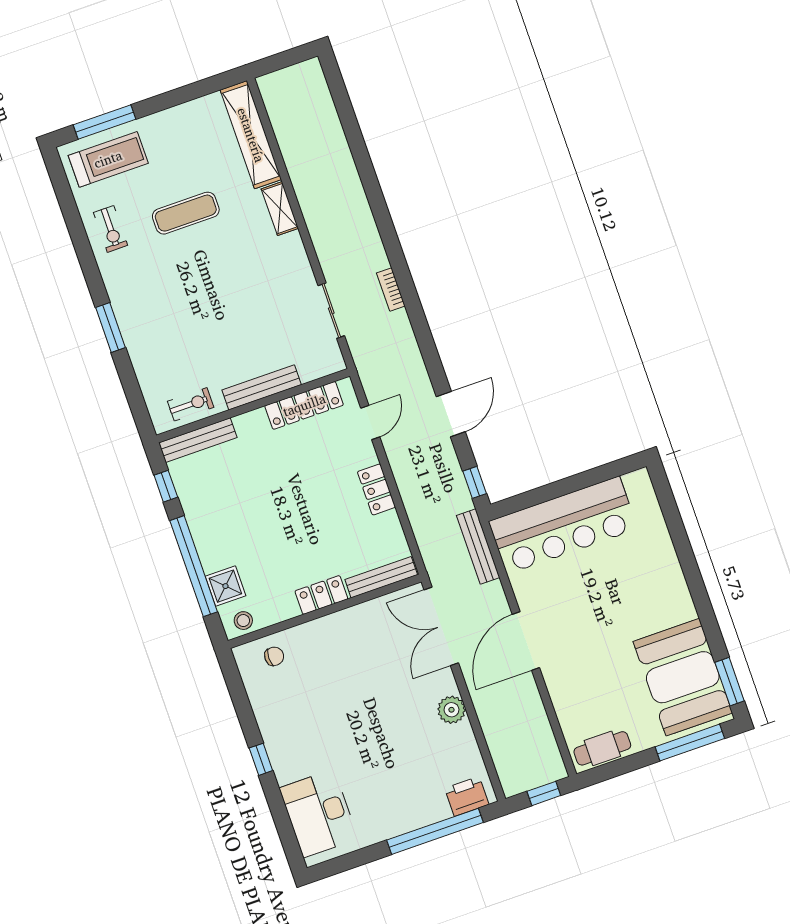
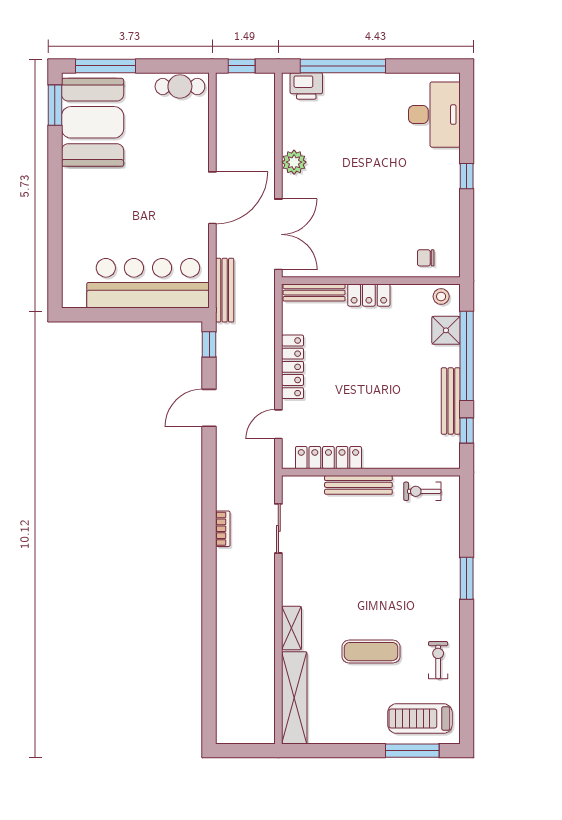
bench: (198, 440) -> (451, 401), moved, turned 90
locker: (376, 489) -> (293, 367), width x1.53

